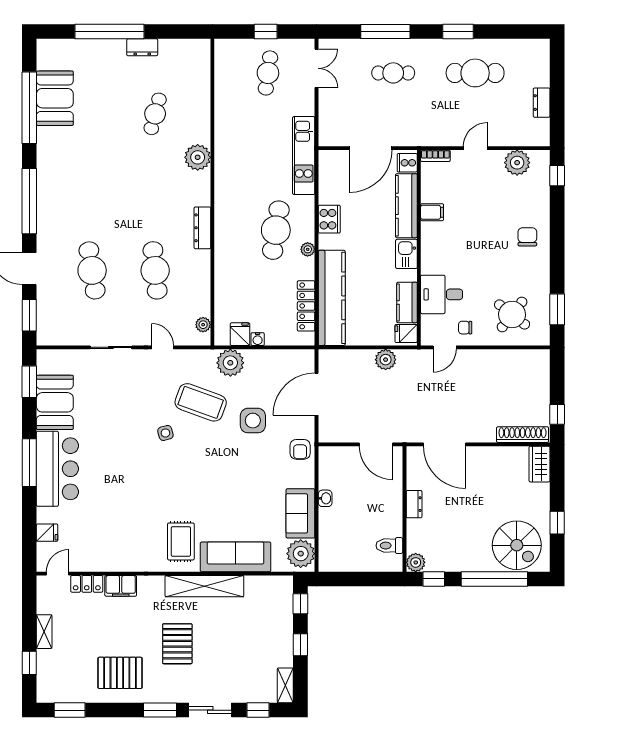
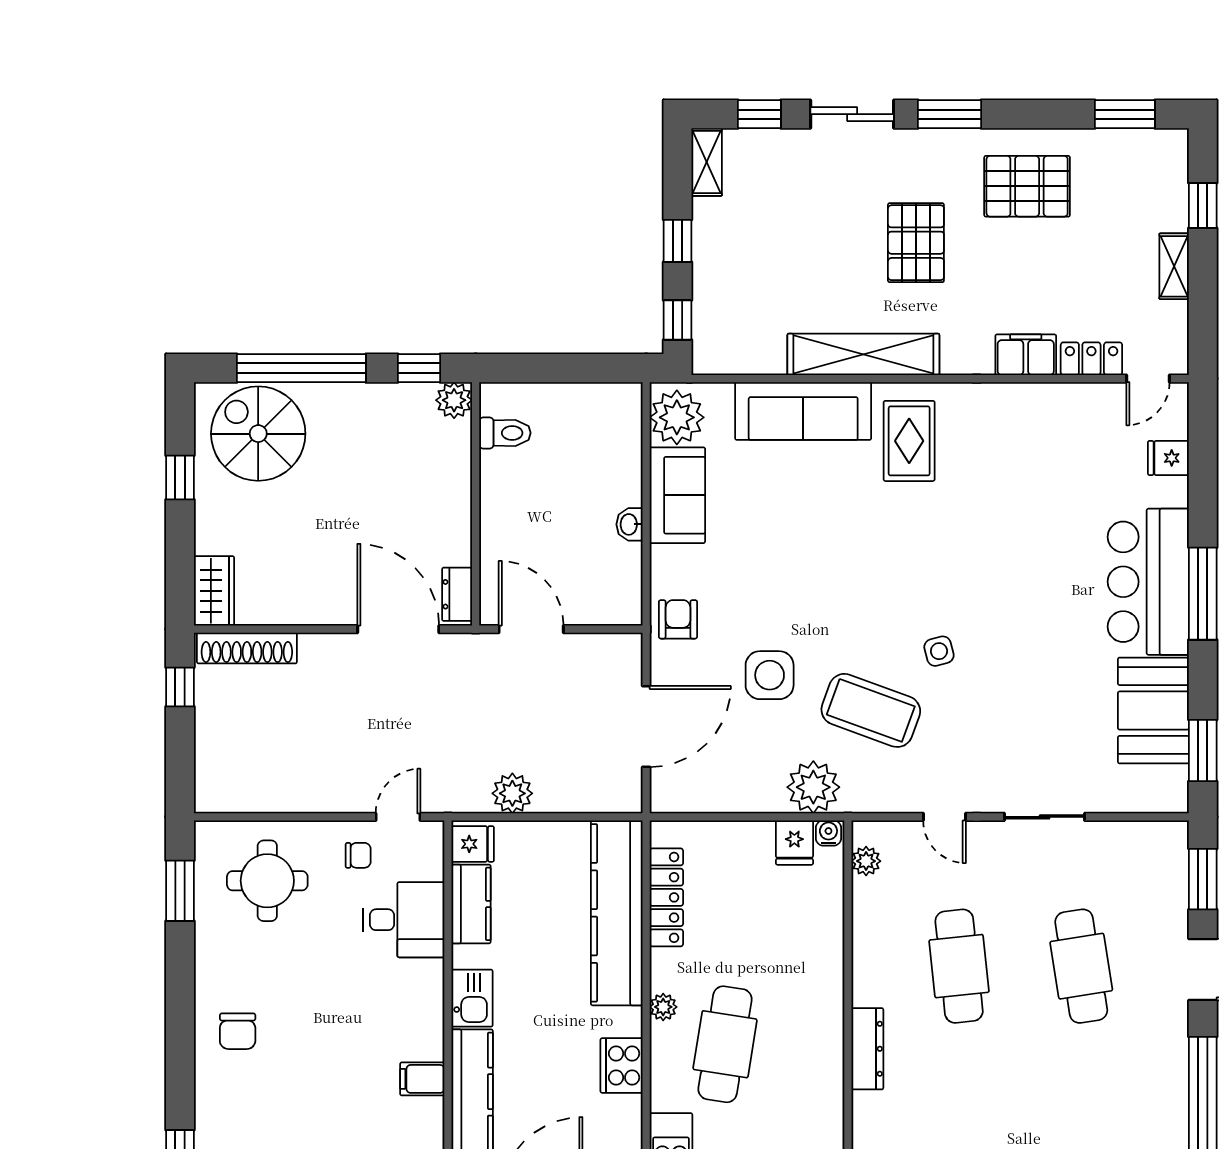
round table: (512, 314) -> (267, 881), turned -38
water cooler: (258, 339) -> (828, 833), moved
dresser: (414, 504) -> (457, 594), moved

